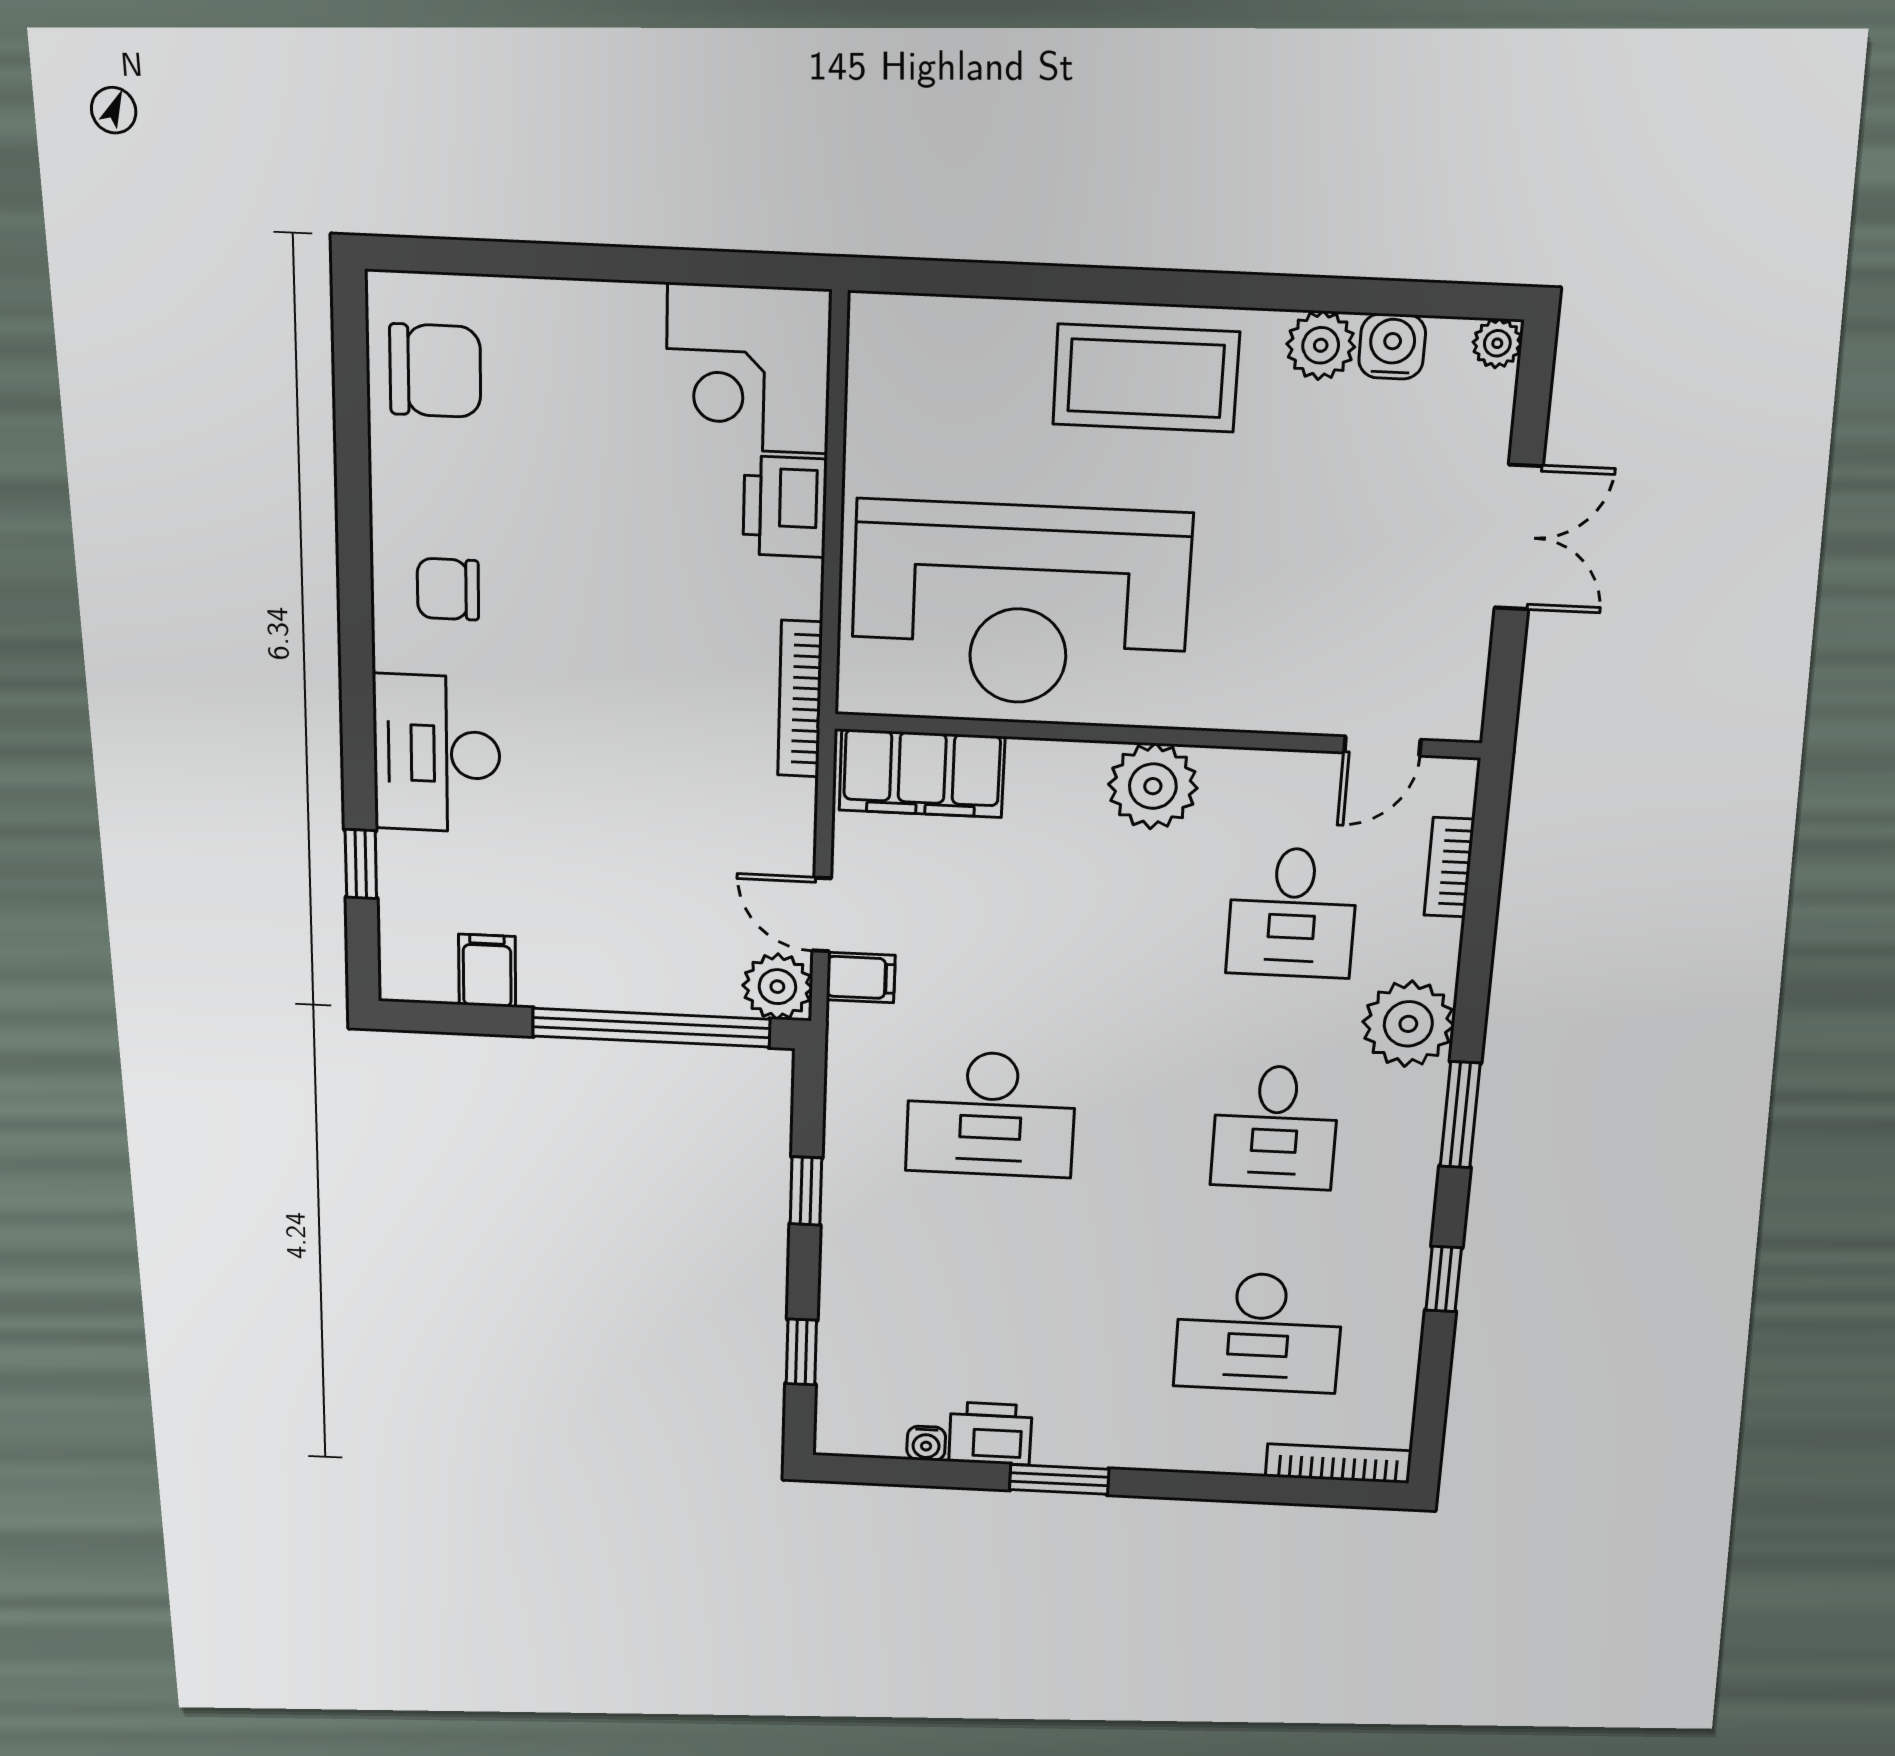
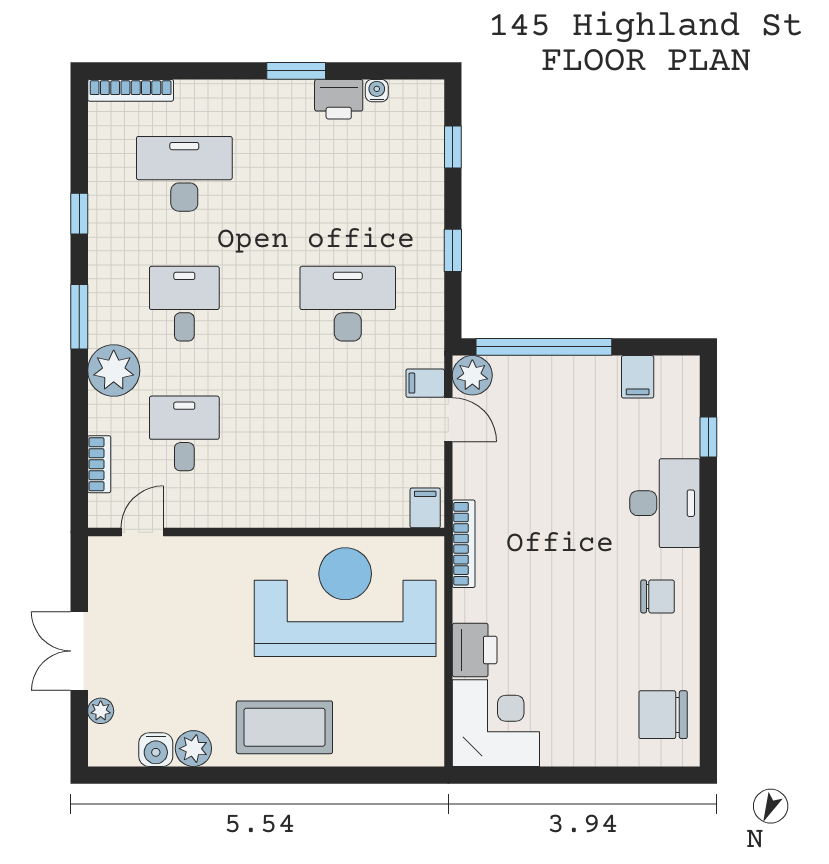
plant: (1497, 343) -> (101, 711), moved
filing cabinet: (922, 773) -> (425, 508), width x0.33, depth x0.86
plant: (1153, 786) -> (267, 503), removed

